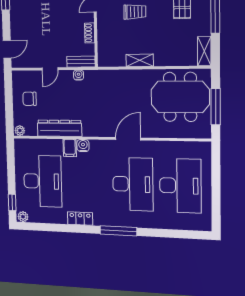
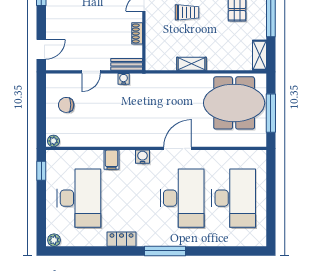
dresser: (59, 128) -> (100, 138), removed
water cooler: (83, 146) -> (143, 157), moved
window: (12, 202) -> (41, 171), moved

